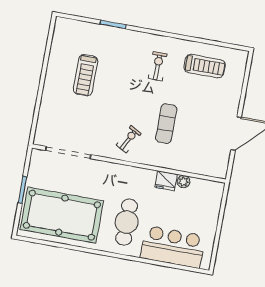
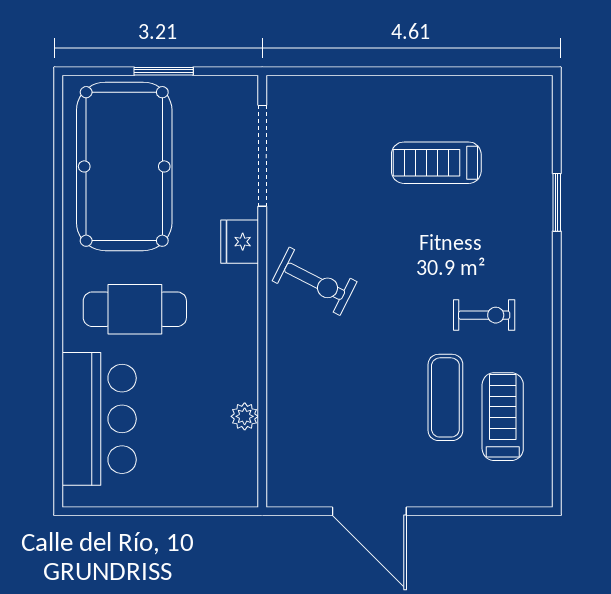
treadmill: (205, 66) -> (503, 417), turned 180
exercise mat: (166, 124) -> (445, 397), moved, turned 90
exercise bike: (129, 139) -> (315, 281), width x1.38, depth x1.39
fridge: (166, 181) -> (240, 242), moved

